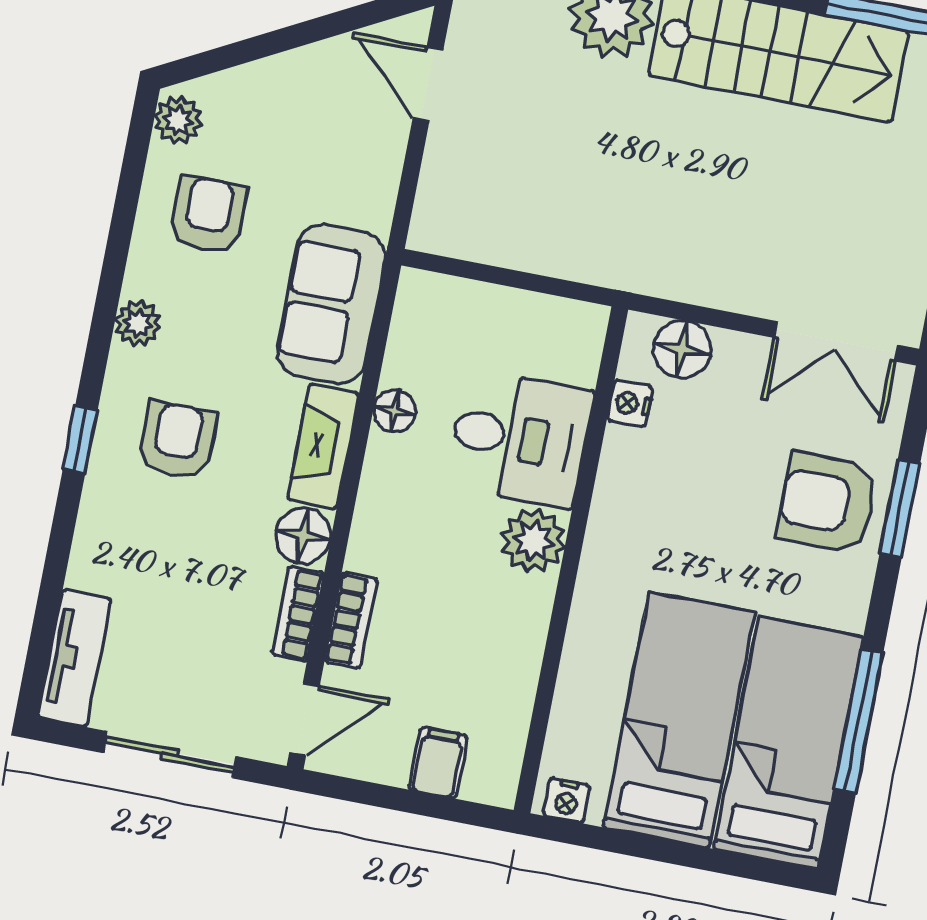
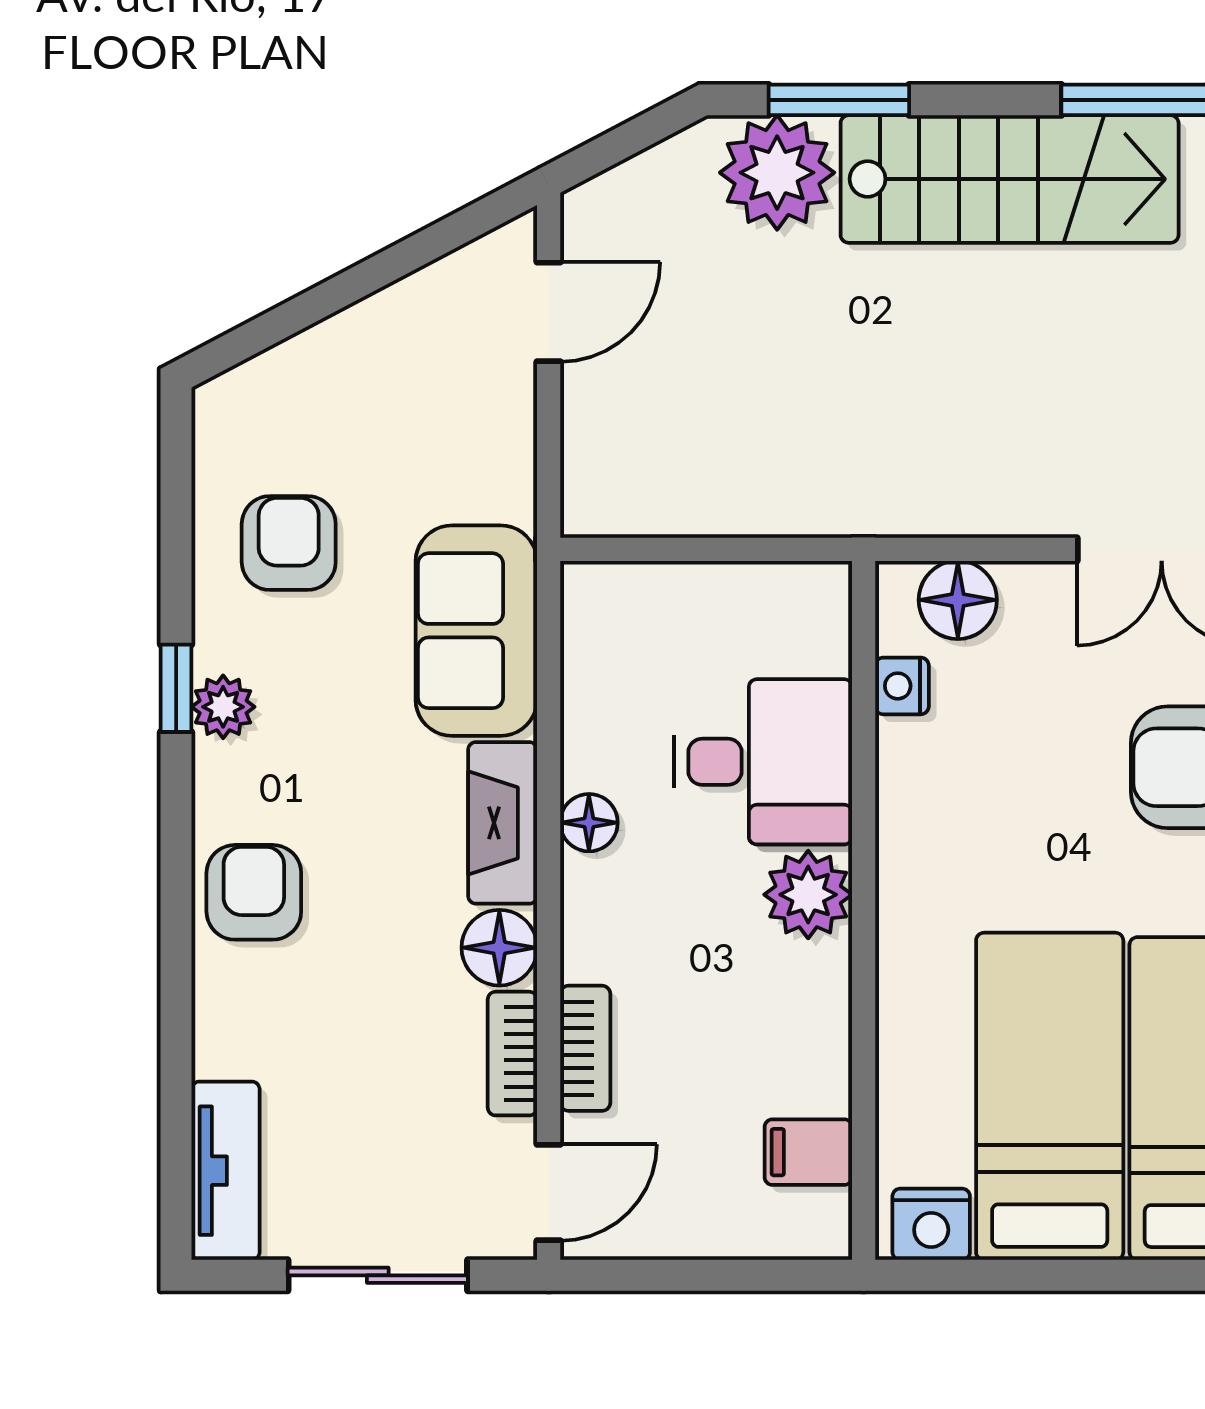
door: (428, 84) -> (549, 312), swing flipped
plant: (178, 120) -> (224, 425), removed
floor lamp: (394, 411) -> (589, 823), moved
window: (80, 440) -> (176, 688), moved
armchair: (177, 441) -> (254, 892), moved
filing cabinet: (438, 763) -> (808, 1152), moved, turned -90
nightstand: (566, 801) -> (931, 1224), width x1.39, depth x1.35

